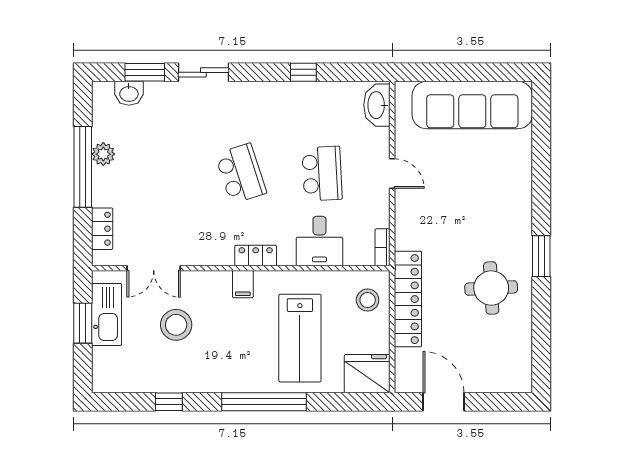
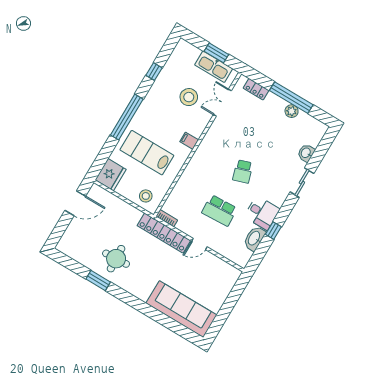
window: (145, 72) -> (319, 155), removed
washbasin: (129, 93) -> (306, 153), moved
washbasin: (377, 105) -> (254, 238), moved, turned -90
sofa: (472, 105) -> (181, 309), moved, turned 90
school desk: (241, 174) -> (243, 171), width x0.54
desk: (319, 241) -> (262, 213), moved, turned 180
locker: (256, 255) -> (199, 155), removed
window: (541, 256) -> (98, 281), moved
locker: (408, 299) -> (164, 233), moved

